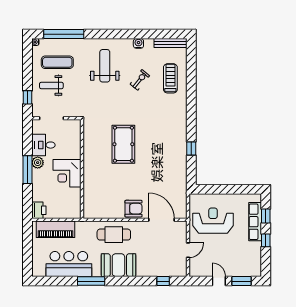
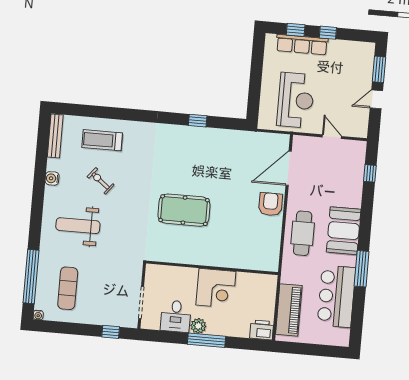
weight bench: (51, 85) -> (98, 299), removed
reception desk: (213, 221) -> (296, 100), turned 180

